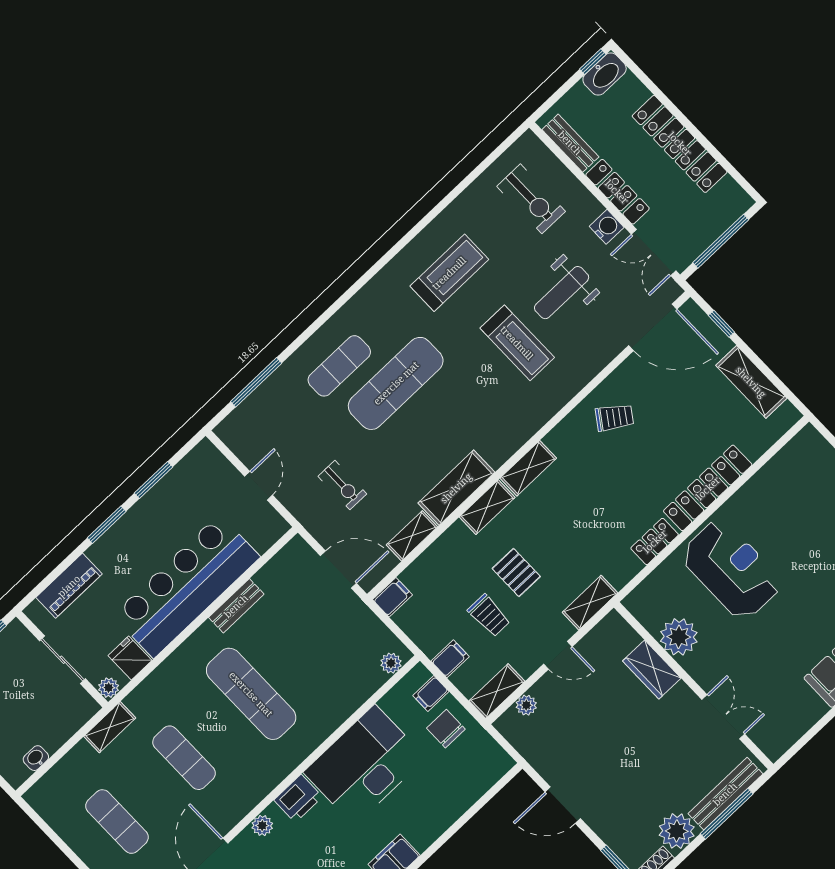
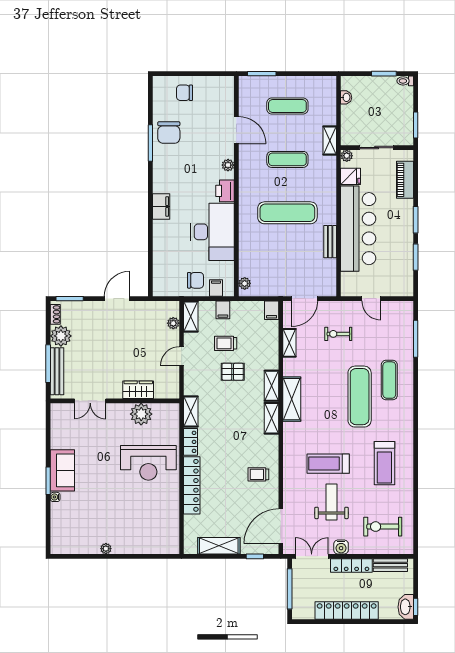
trolley: (614, 418) -> (258, 474), turned 55
shelving: (456, 488) -> (292, 399), moved
shelving: (590, 603) -> (191, 412), moved

